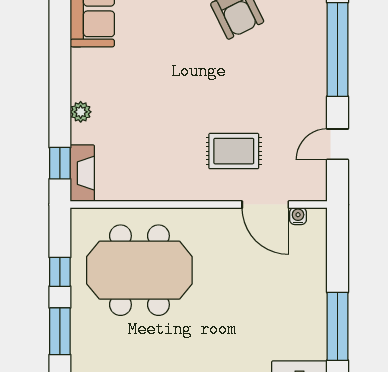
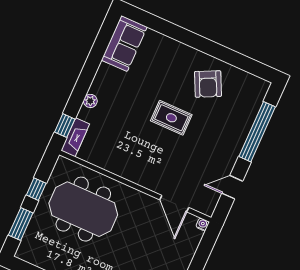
rug: (234, 151) -> (171, 118), moved
water cooler: (298, 216) -> (202, 224), moved

